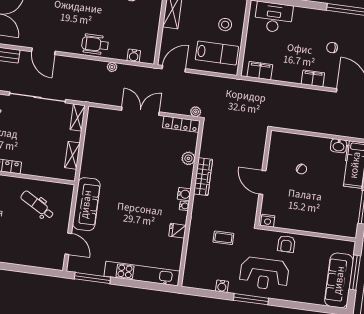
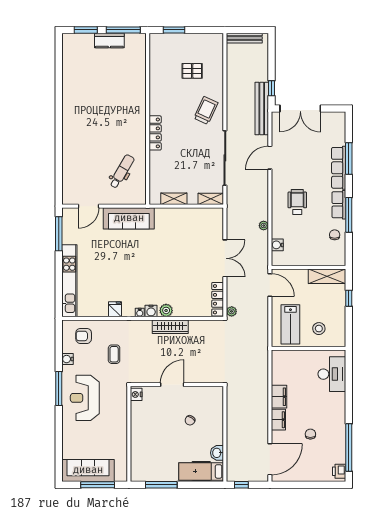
wheelchair: (95, 44) -> (297, 202), moved
filing cabinet: (260, 71) -> (279, 397), moved
plant: (188, 158) -> (166, 310), moved
armchair: (286, 244) -> (84, 336), moved

